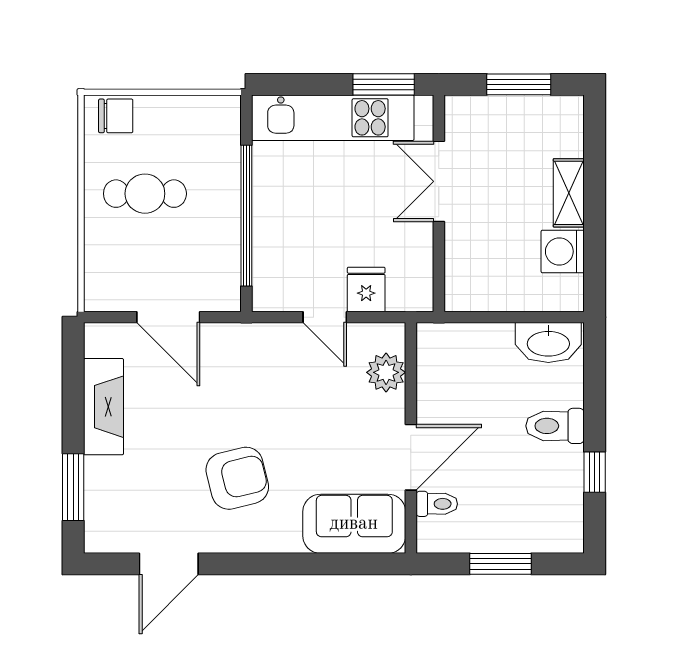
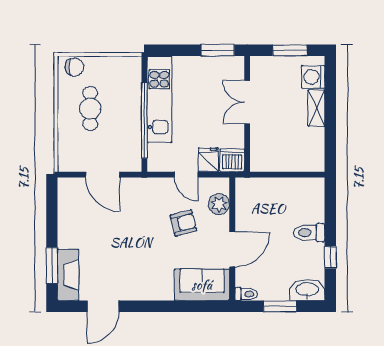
kitchen unit: (333, 118) -> (159, 99), moved, turned -90
cafe table: (145, 194) -> (90, 109), turned 90
washing machine: (563, 251) -> (313, 77), moved
dishwasher: (411, 290) -> (232, 160), added
washbasin: (548, 343) -> (307, 290), moved, turned 180
fireplace: (103, 407) -> (68, 275), moved
armchair: (237, 478) -> (183, 223), moved, width x0.72, depth x0.72
toilet: (437, 504) -> (246, 294), moved

